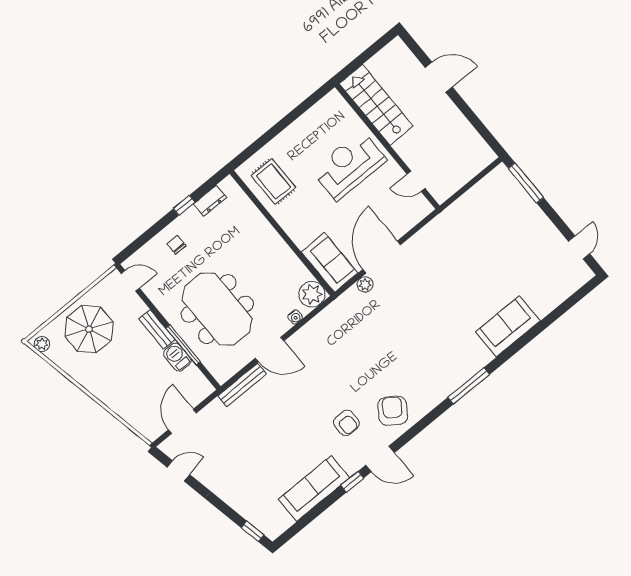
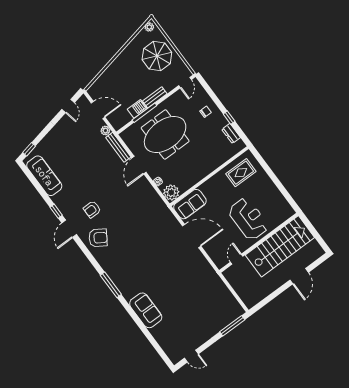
stairs: (376, 105) -> (280, 246), width x1.36, depth x1.51
plant: (365, 284) -> (105, 131), moved
sofa: (314, 489) -> (44, 176), moved

